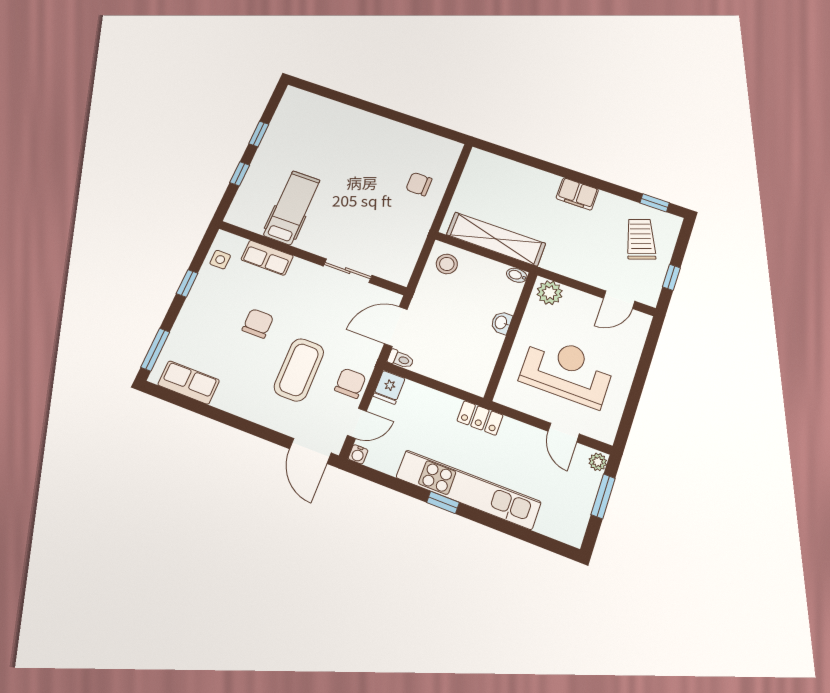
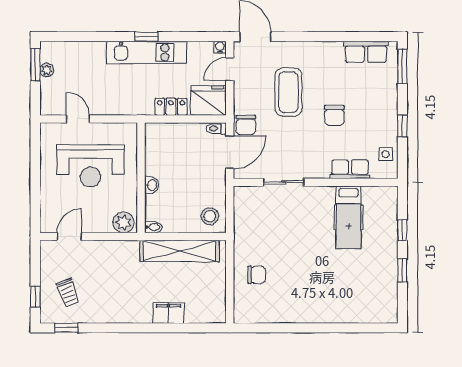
filing cabinet: (577, 194) -> (168, 313), moved
trolley: (641, 239) -> (68, 293), width x0.73, depth x0.72
window: (671, 277) -> (35, 297), moved
chair: (350, 383) -> (246, 125), moved
fridge: (389, 387) -> (208, 100), width x1.88, depth x1.34
locker: (480, 418) -> (171, 107), moved
plant: (598, 462) -> (47, 70), moved
kitchen unit: (468, 490) -> (147, 52), width x0.73
window: (603, 496) -> (35, 65), moved

